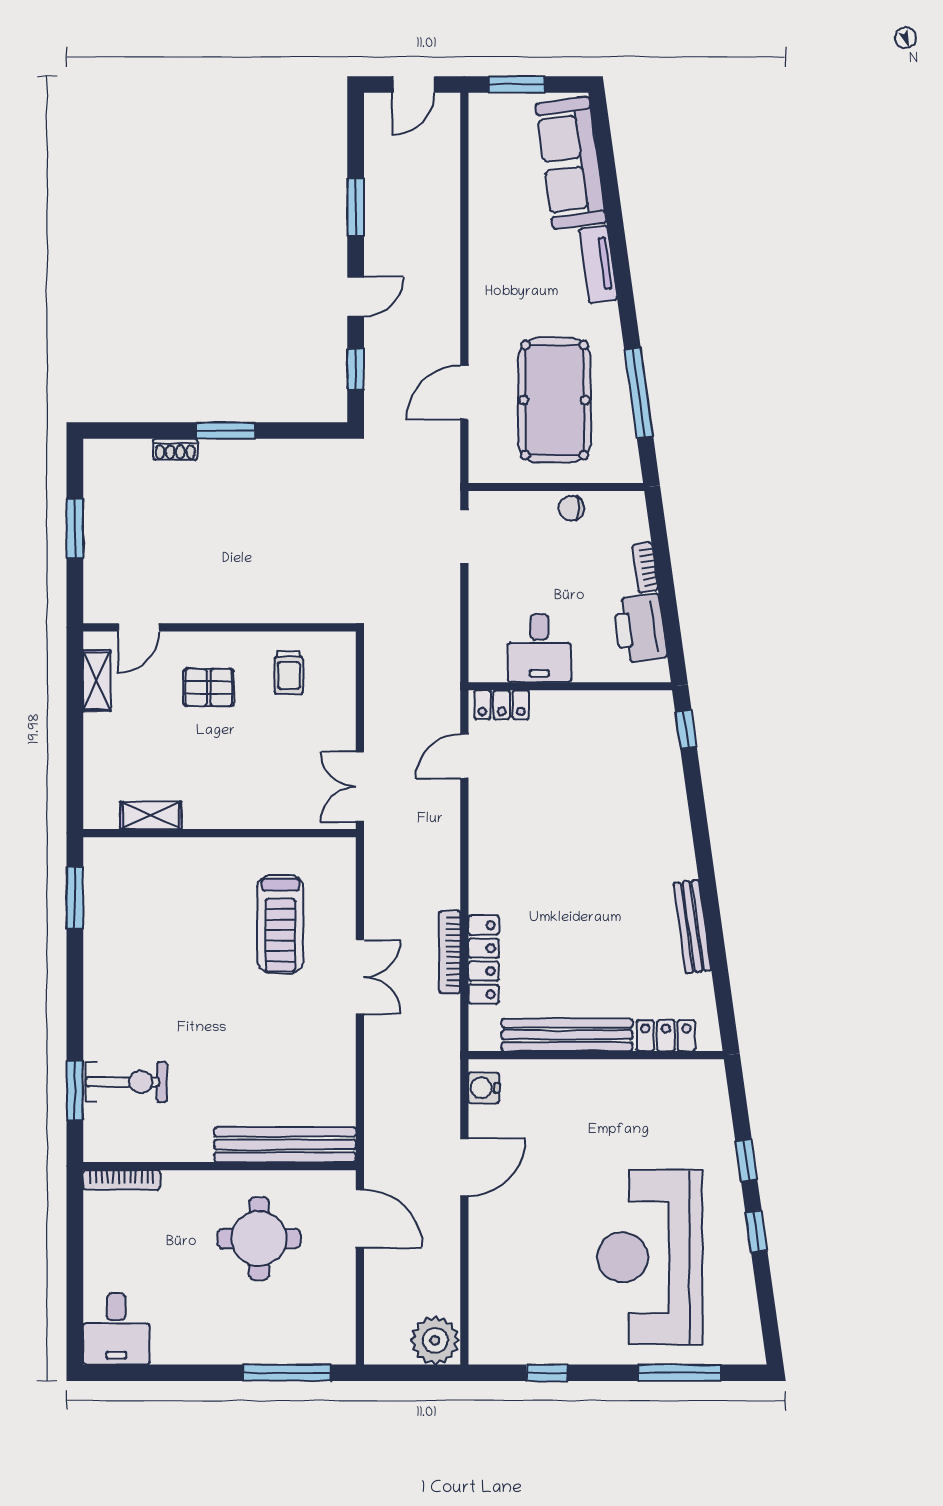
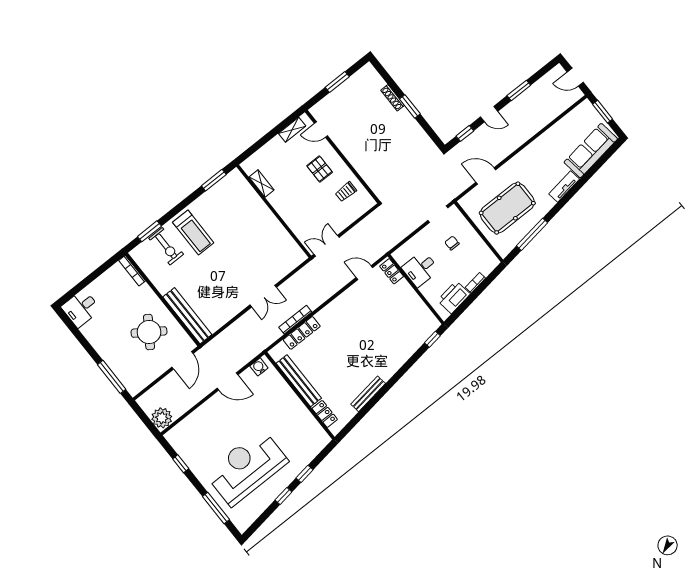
shoe rack: (175, 449) -> (393, 98), width x1.43
chair: (571, 508) -> (452, 243), moved
treadmill: (280, 924) -> (193, 233), moved, turned -90
round table: (259, 1239) -> (149, 332), turned 34

